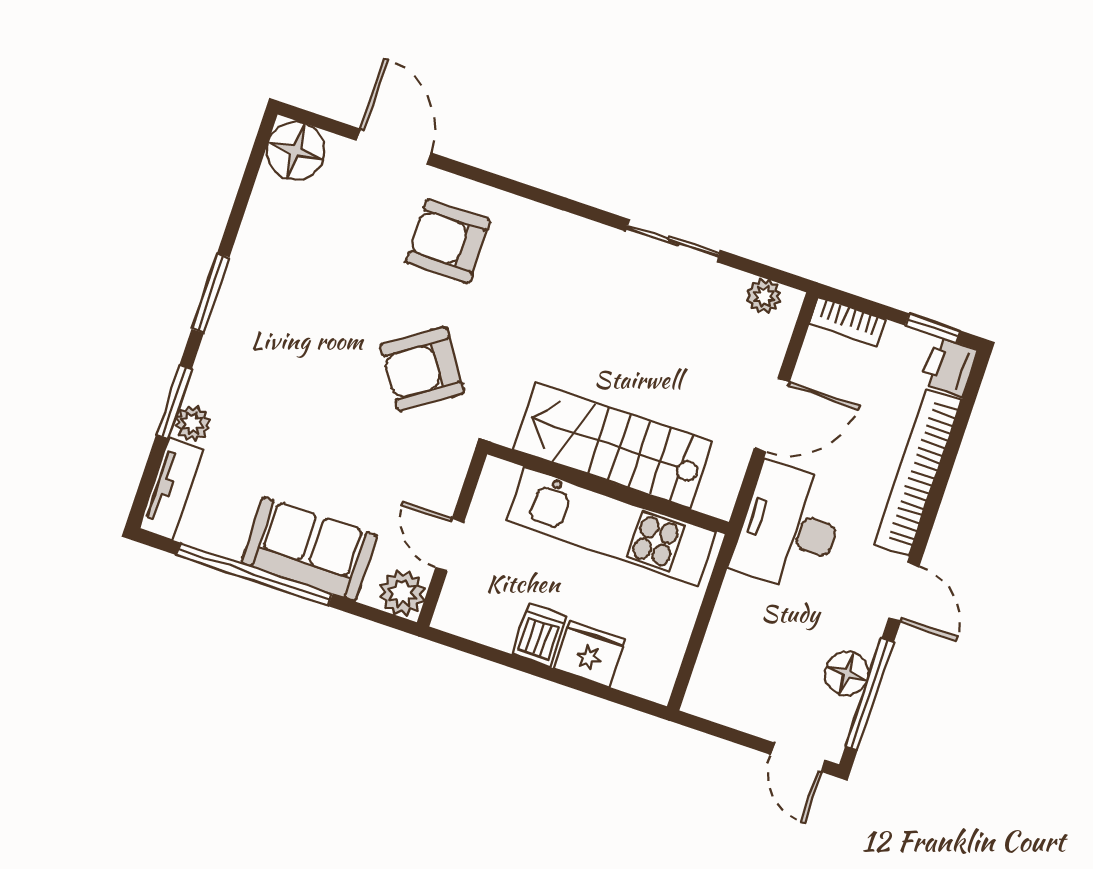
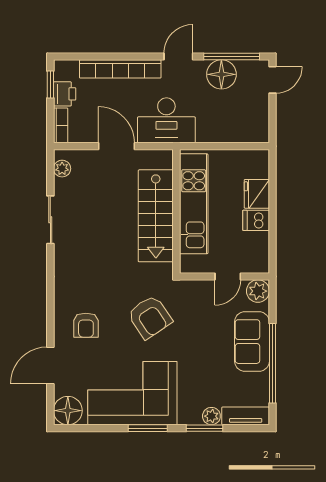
armchair: (448, 241) -> (86, 325), width x0.72, depth x0.72
corner sofa: (288, 286) -> (132, 393), added
printer: (949, 366) -> (65, 94), moved, turned -90
floor lamp: (847, 673) -> (221, 74), width x1.38, depth x1.38

